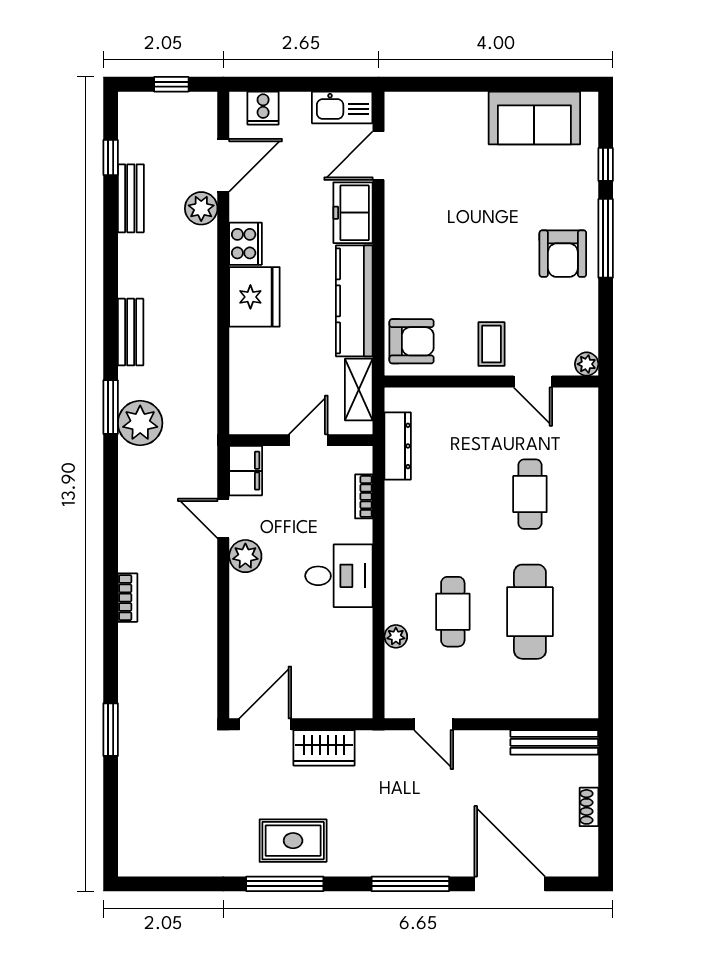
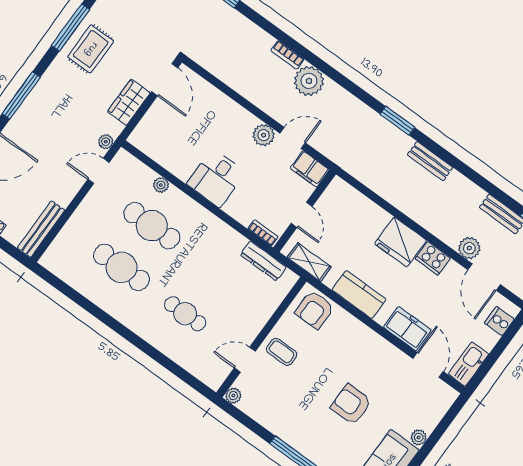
plant: (474, 103) -> (419, 437), added
armchair: (563, 254) -> (351, 404), moved
kitchen counter: (354, 301) -> (359, 295), width x0.67
plant: (140, 423) -> (309, 81), moved
bookcase: (364, 496) -> (263, 233), moved
cafe table: (453, 612) -> (152, 226), width x1.37, depth x1.35
plant: (392, 741) -> (106, 142), added

